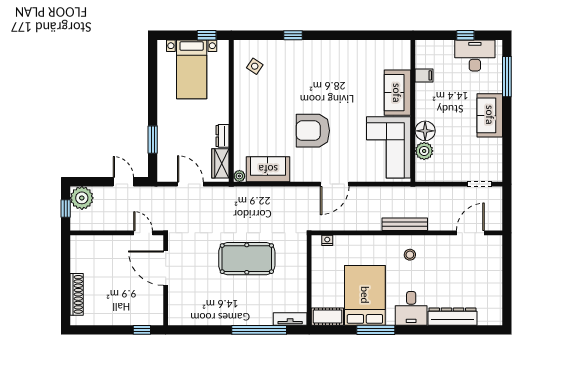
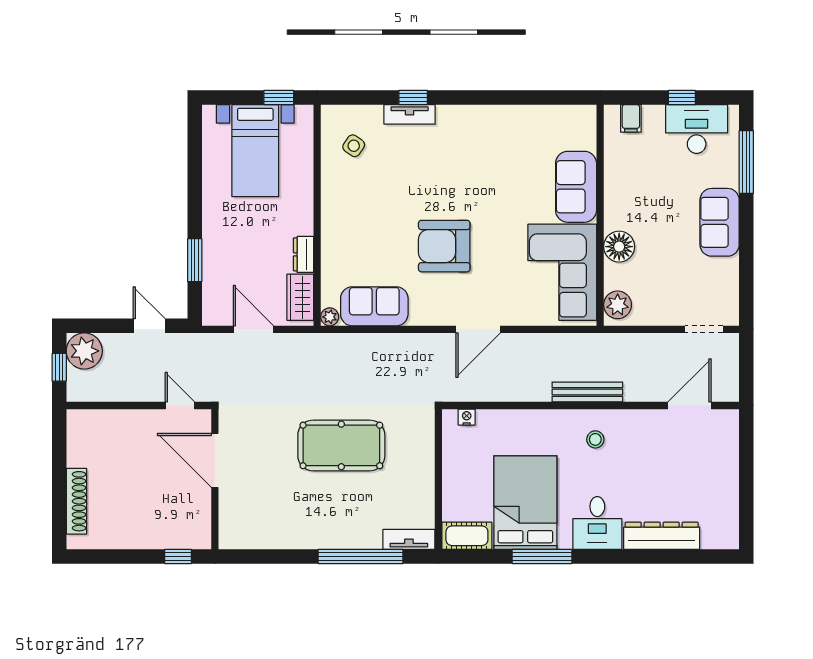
tv unit: (291, 46) -> (410, 114), added
filing cabinet: (424, 75) -> (631, 118), moved, turned 90
plant: (424, 151) -> (618, 305), moved

